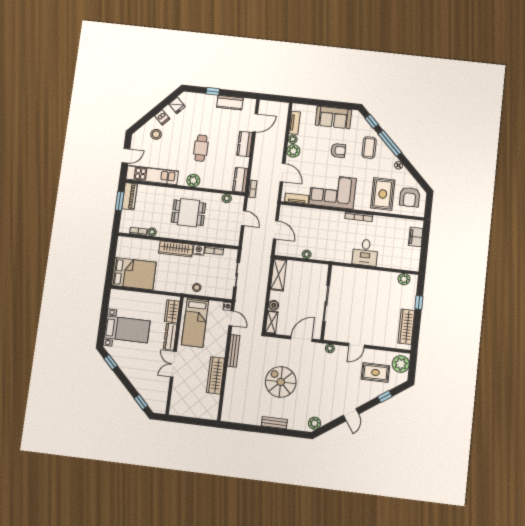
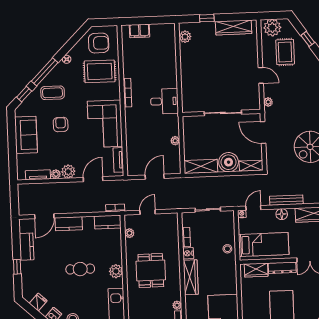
door: (255, 123) -> (44, 216), swing flipped
desk: (365, 252) -> (164, 101), moved
boiler: (274, 305) -> (229, 162), width x1.86, depth x1.86
floor lamp: (221, 344) -> (282, 214), added

